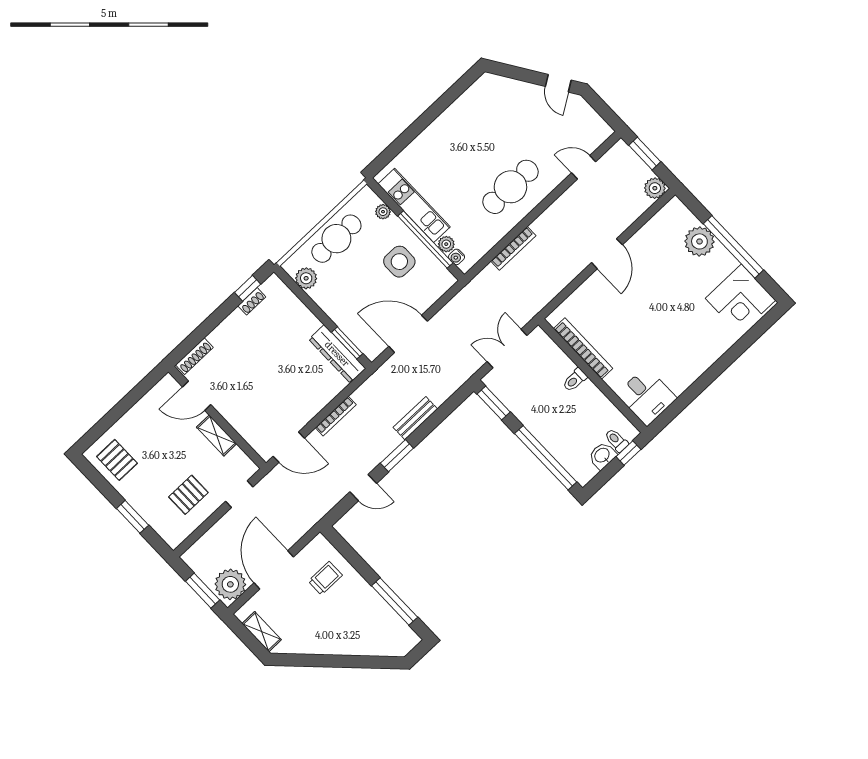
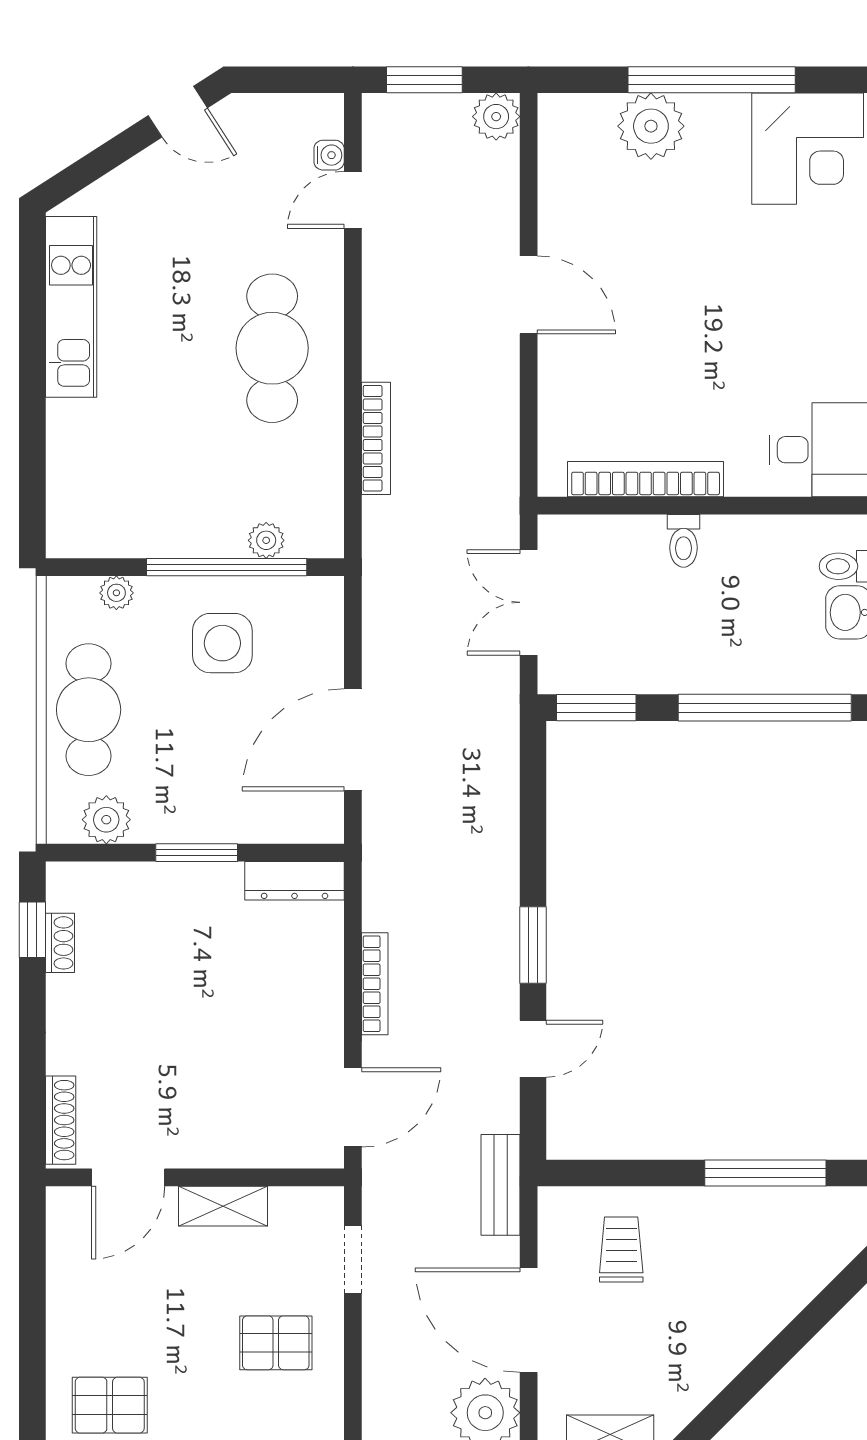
kitchen unit: (414, 205) -> (71, 307), moved, turned 90
water cooler: (457, 257) -> (329, 155), moved, turned -90
window: (347, 343) -> (197, 853), moved
dresser: (337, 354) -> (295, 881), width x0.73, depth x0.80
bench: (415, 418) -> (500, 1185), moved
pallet: (188, 495) -> (276, 1343), turned 90

